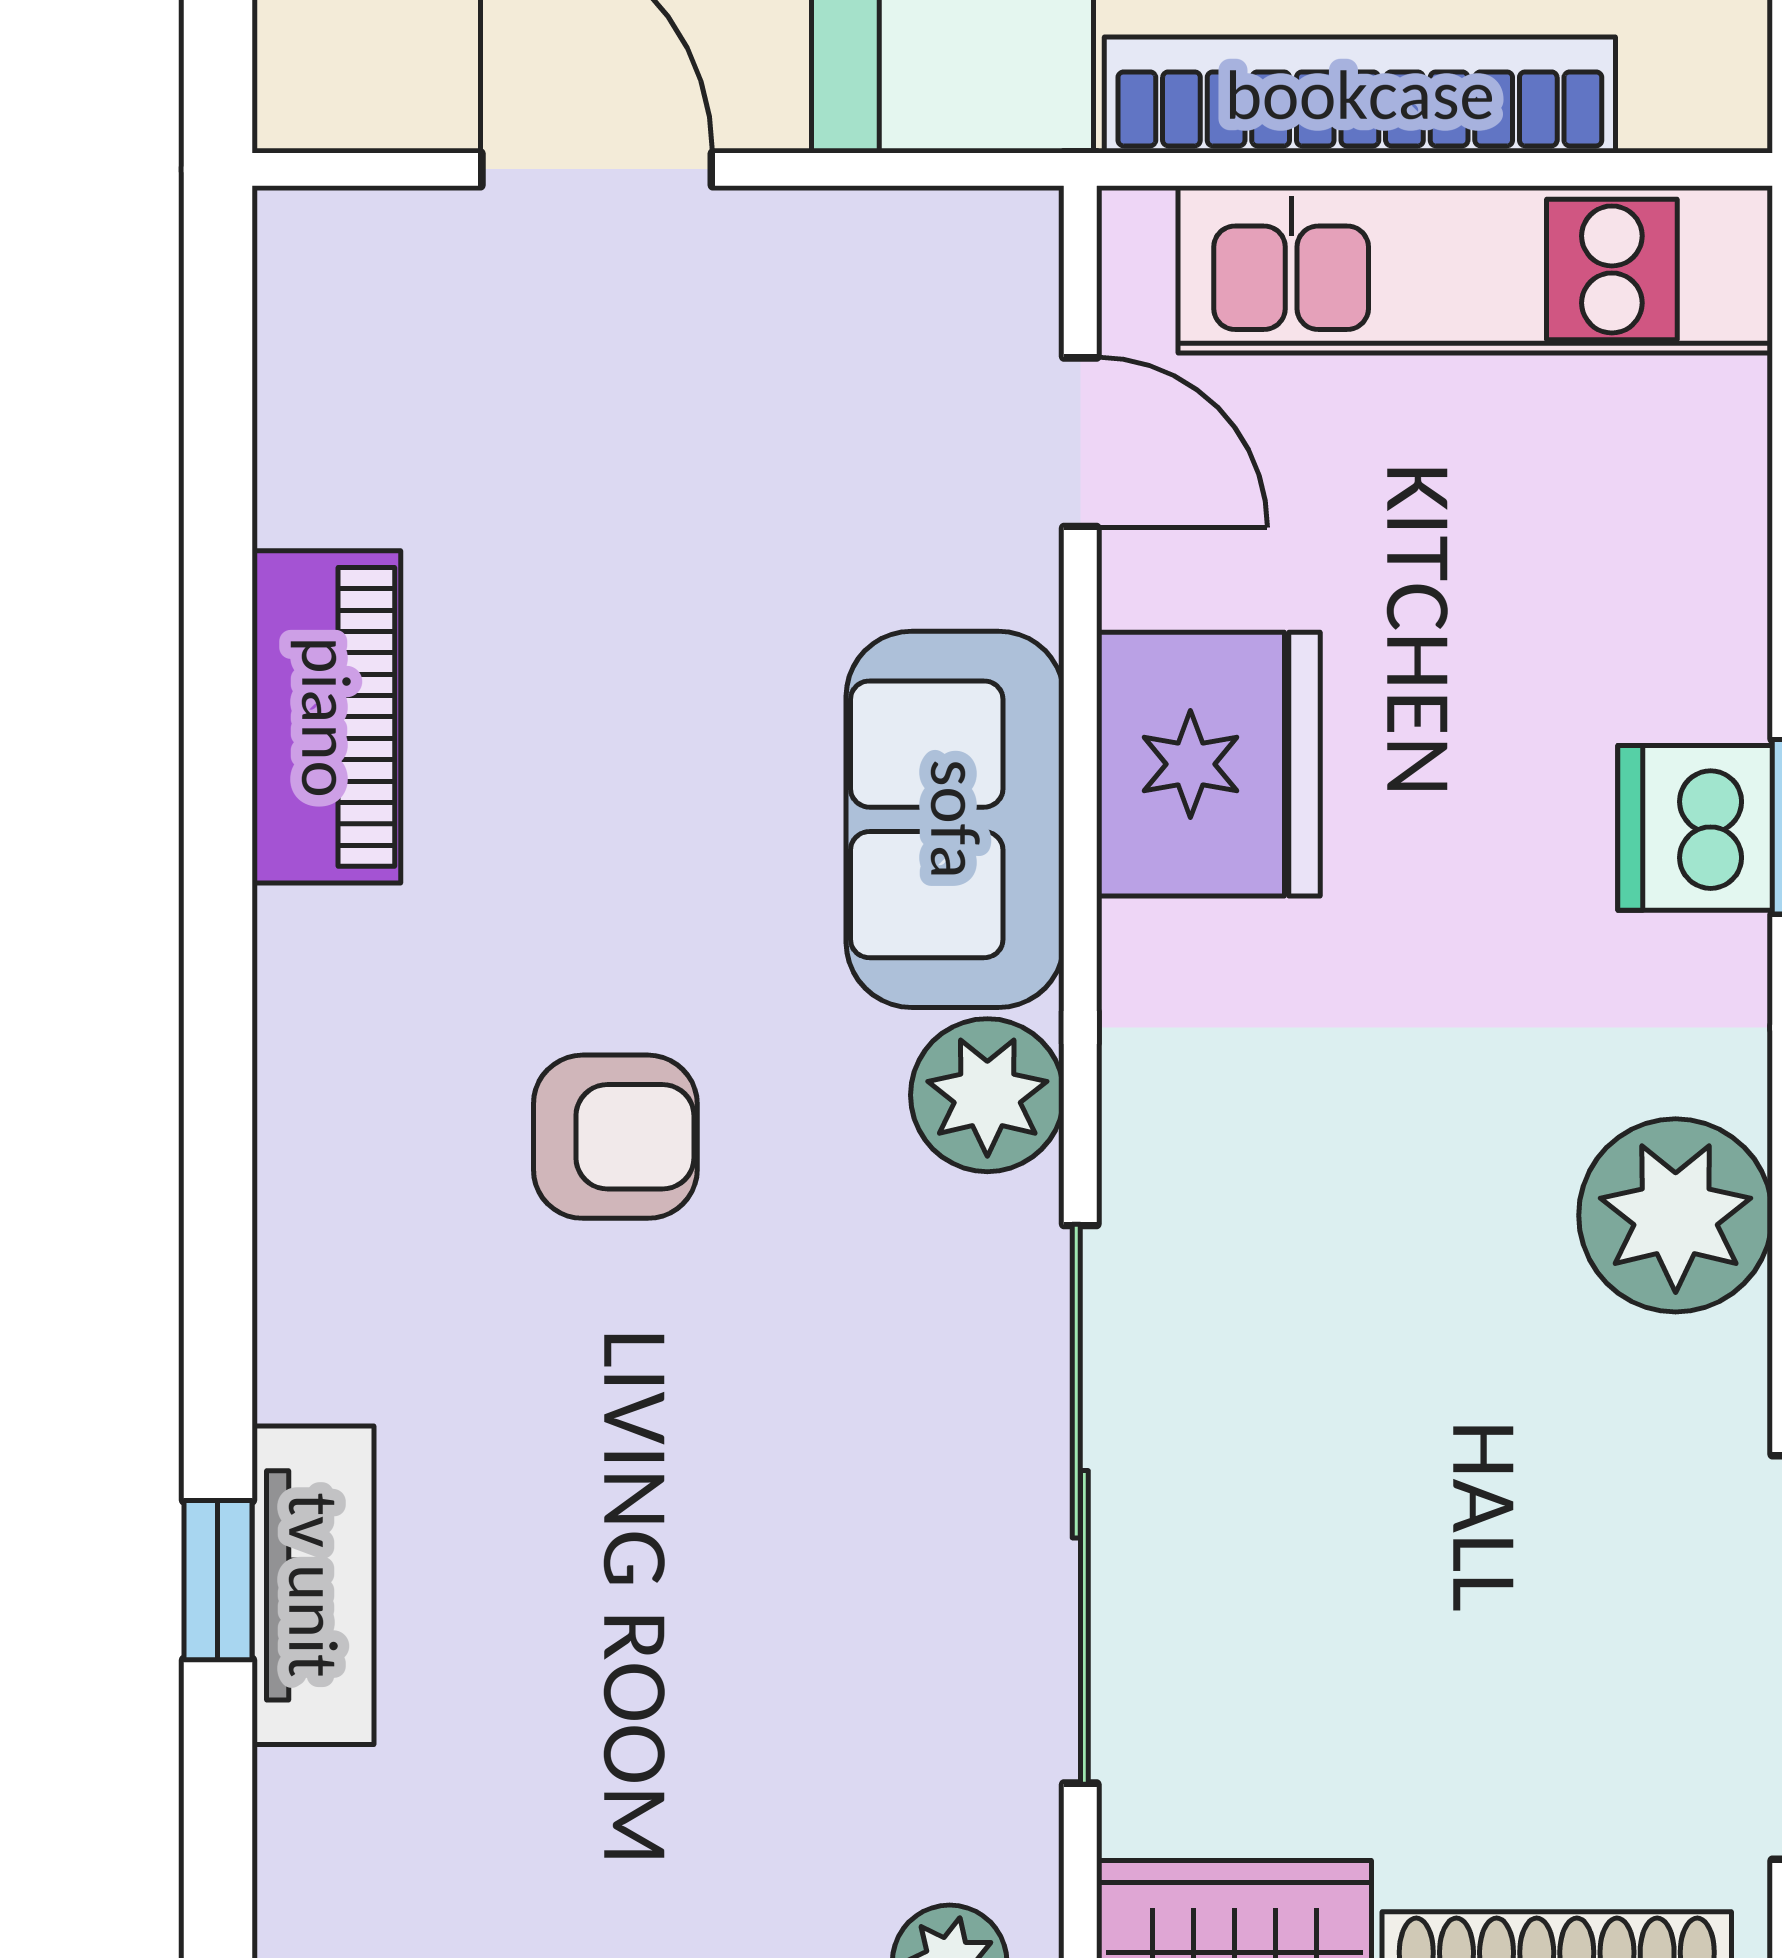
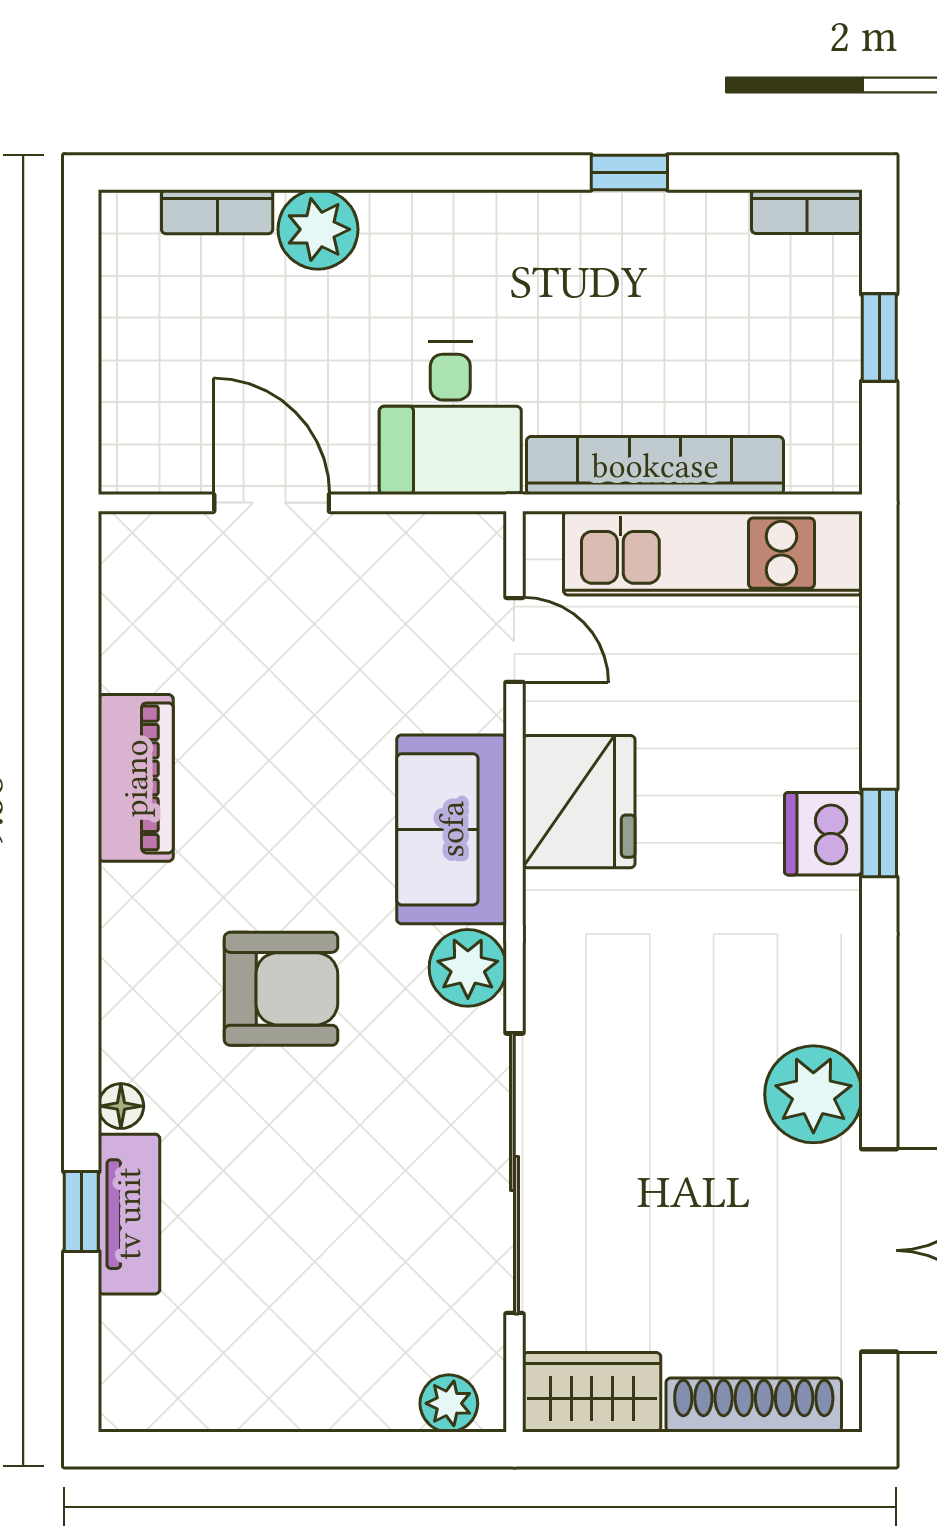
armchair: (615, 1137) -> (281, 989), width x1.38, depth x1.38
plant: (1676, 1215) -> (813, 1094), moved
floor lamp: (297, 1370) -> (121, 1106), added

